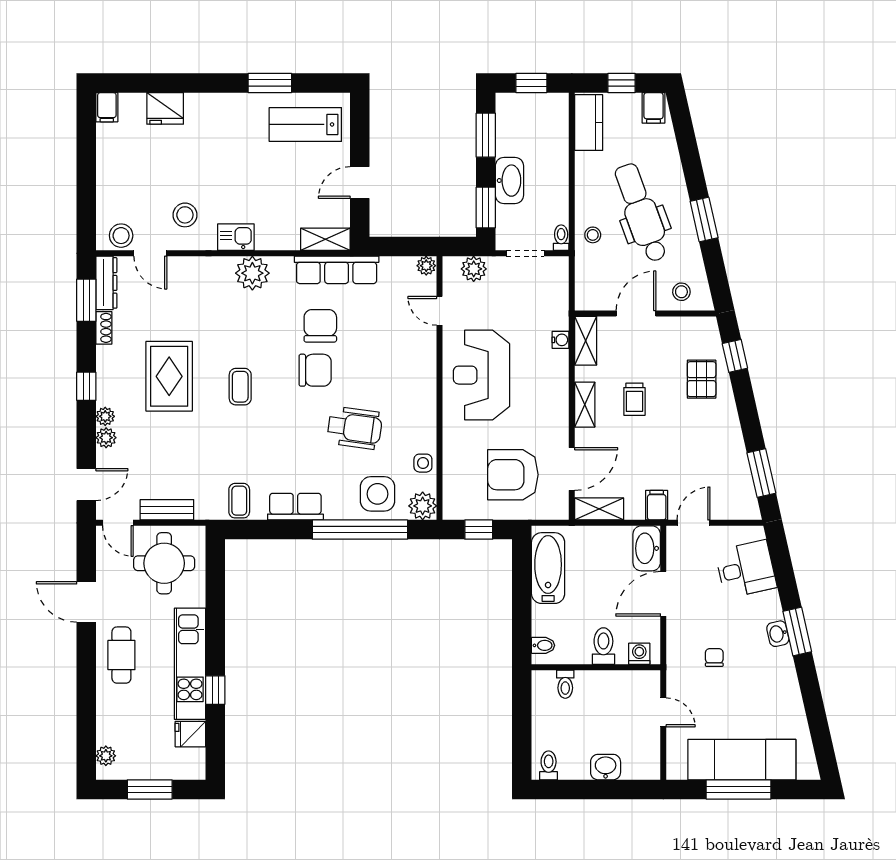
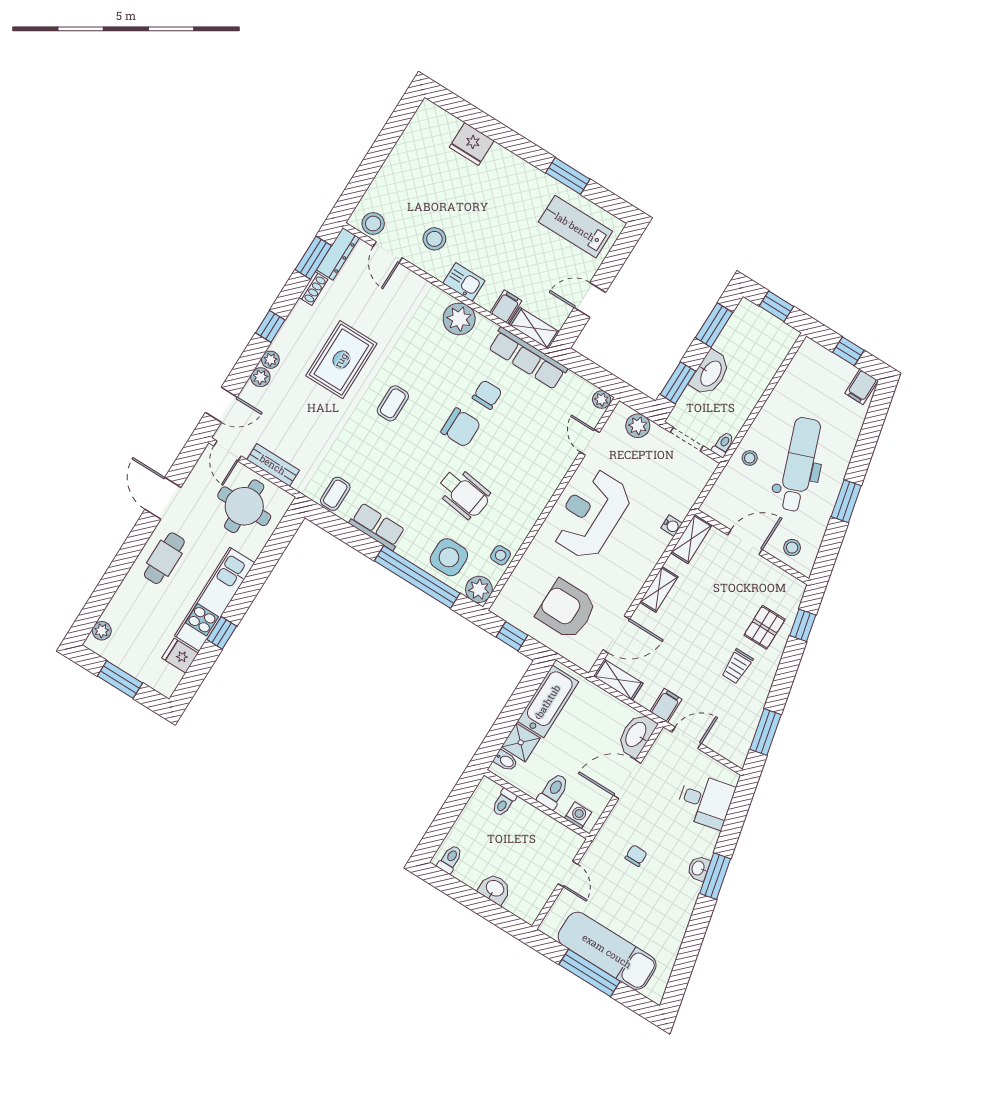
filing cabinet: (107, 107) -> (506, 307), moved, turned 180
kitchen counter: (589, 123) -> (802, 366), removed
chair: (320, 326) -> (487, 395), width x0.73, depth x0.73
trolley: (634, 399) -> (737, 666), moved
shower: (547, 620) -> (521, 742), added

